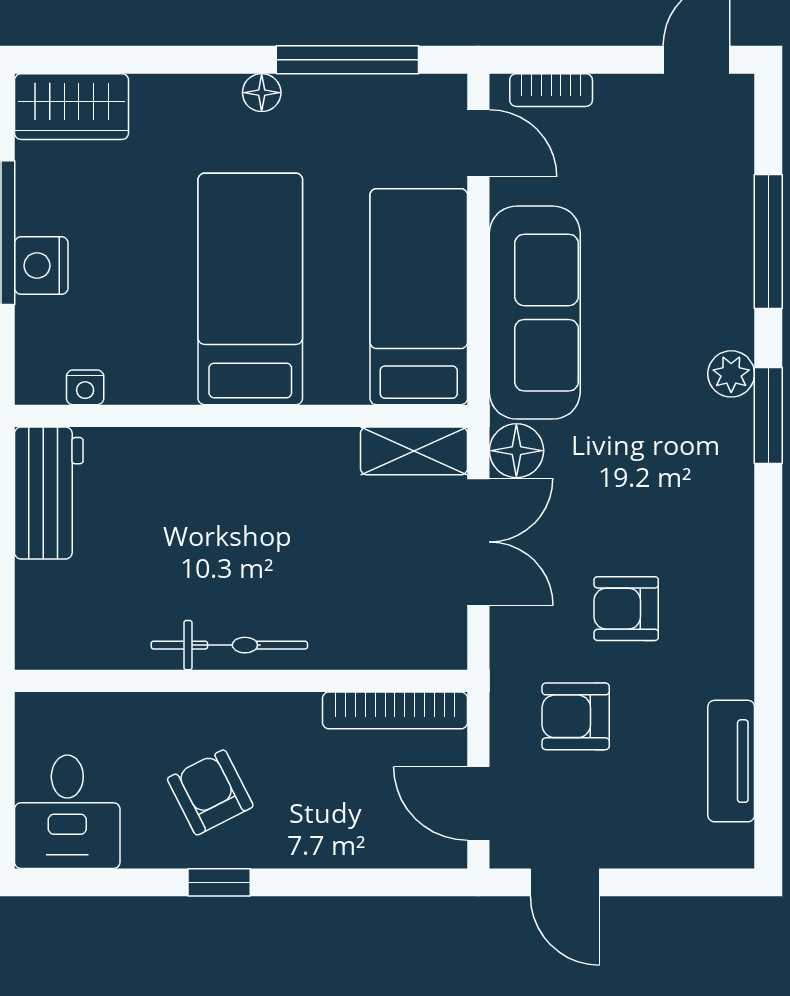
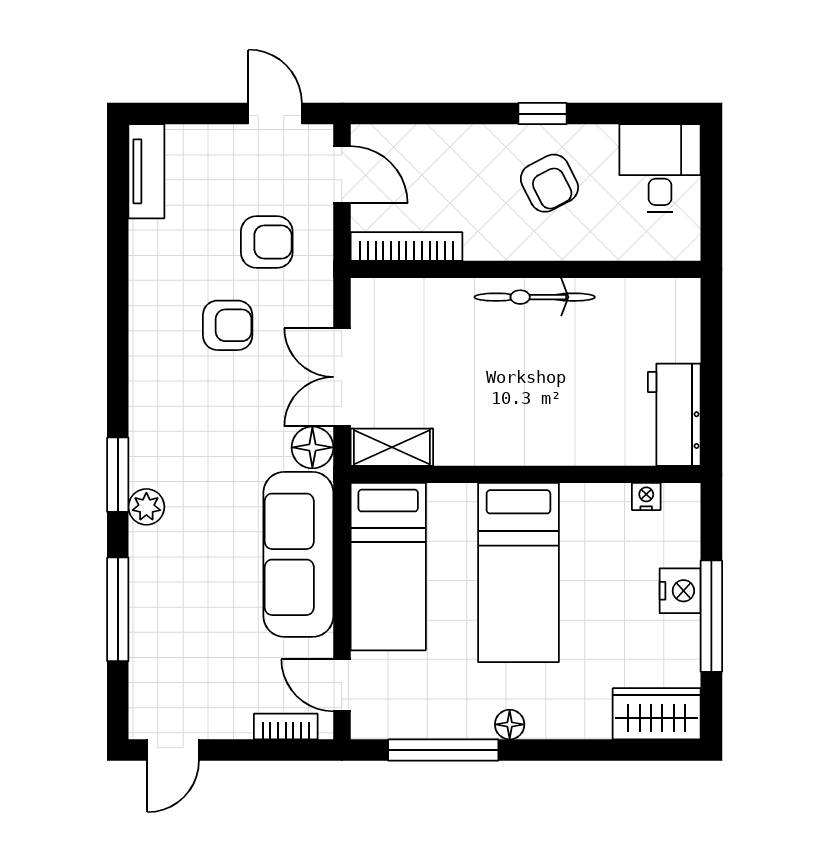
tv unit: (731, 761) -> (146, 171), moved

